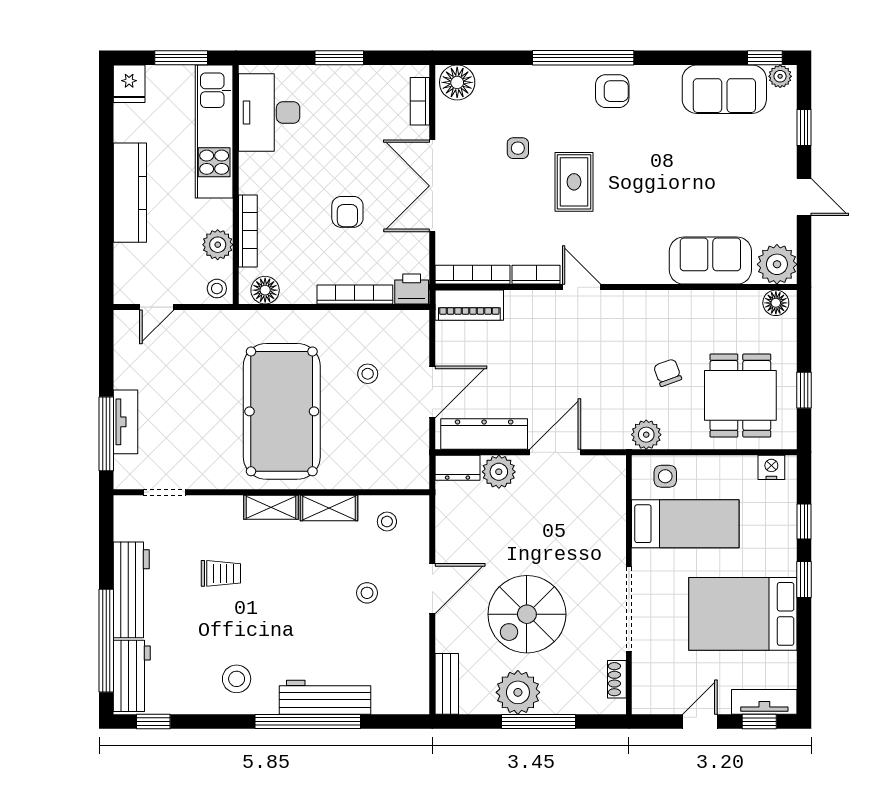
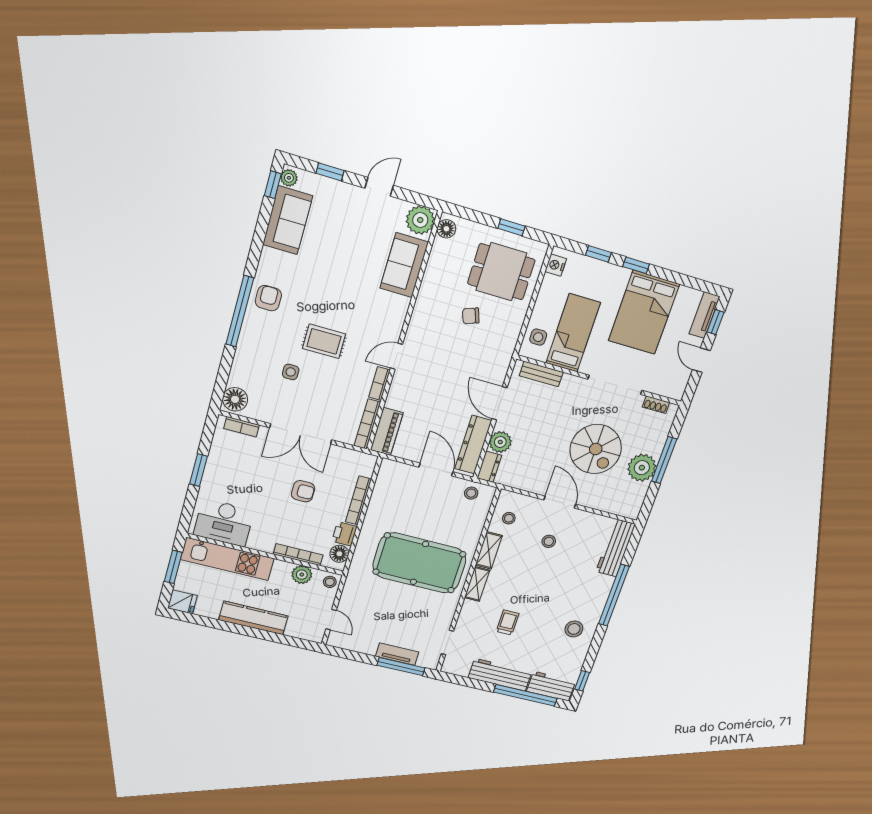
printer: (412, 289) -> (345, 534), moved
stool: (368, 374) -> (471, 493), moved
plant: (646, 435) -> (507, 342), removed
bench: (447, 684) -> (541, 374), moved
workbench: (325, 697) -> (616, 548), moved

